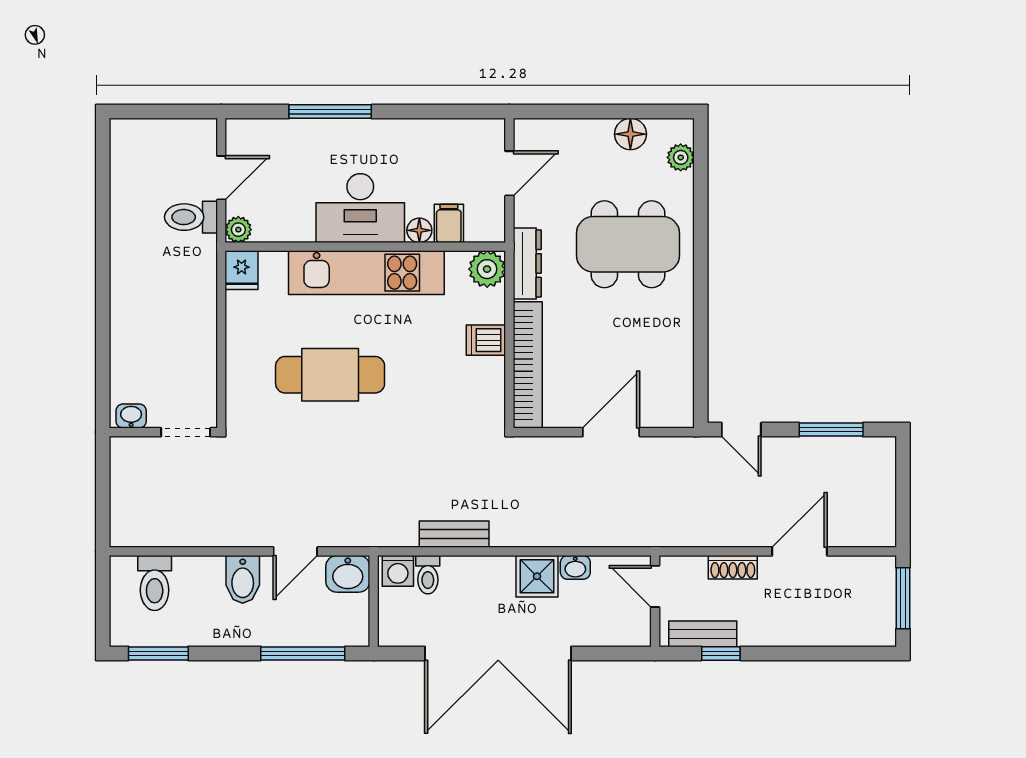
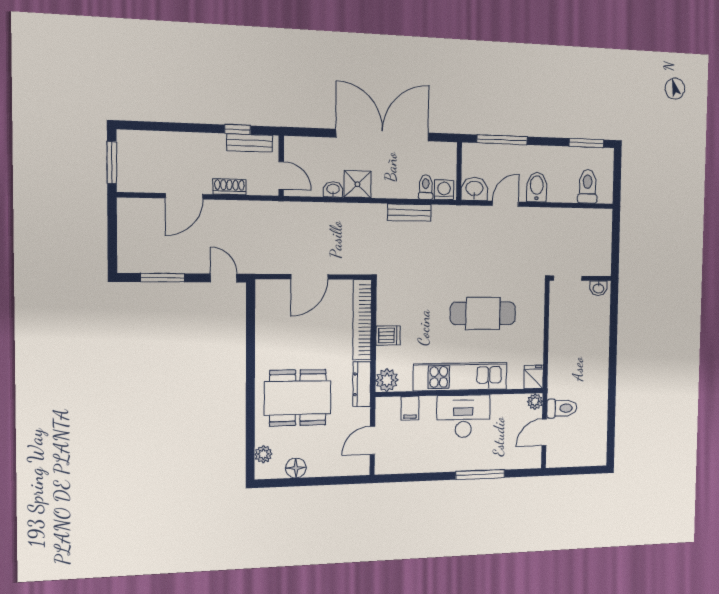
floor lamp: (419, 230) -> (428, 403), removed

